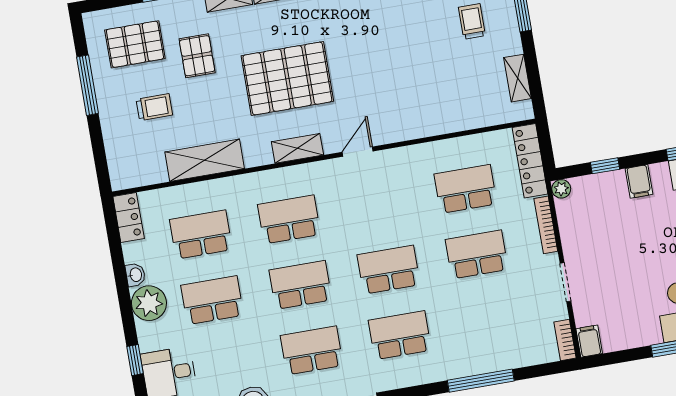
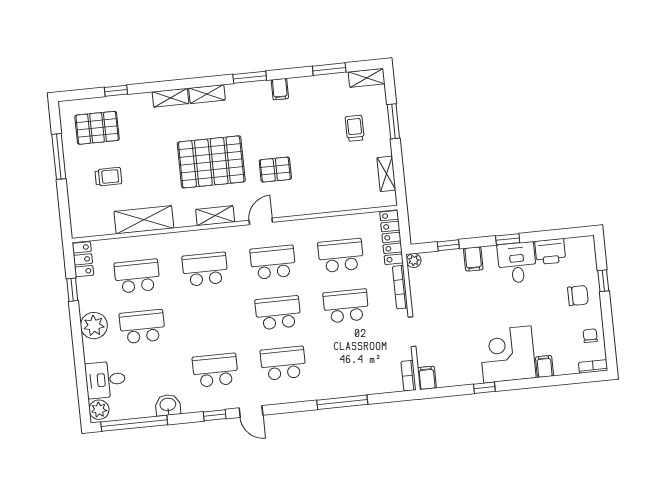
pallet: (197, 56) -> (275, 170), moved, turned 90
washbasin: (135, 275) -> (85, 303), removed
school desk: (300, 285) -> (273, 262), moved
window: (135, 360) -> (72, 290), moved

